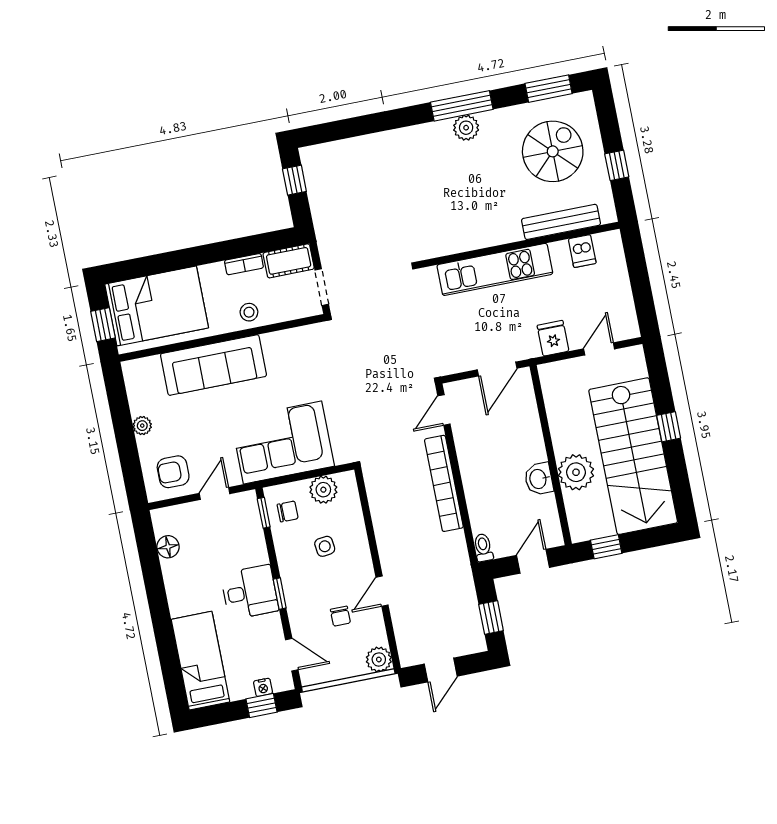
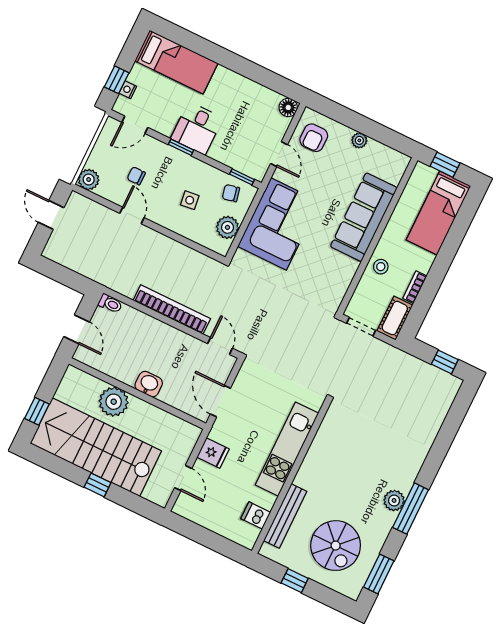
bed: (157, 306) -> (438, 213), width x0.67
armchair: (173, 472) -> (314, 138), turned 180
washbasin: (539, 479) -> (149, 384), moved
chair: (288, 511) -> (231, 193), turned 78
floor lamp: (168, 547) -> (288, 107), moved
window: (606, 547) -> (37, 411), moved
window: (491, 617) -> (61, 274), removed

